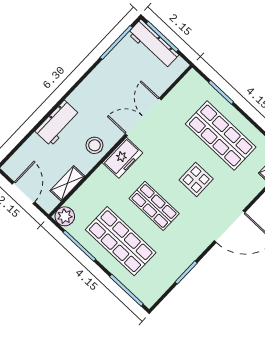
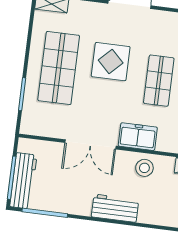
workbench: (58, 123) -> (115, 208), moved
display table: (196, 179) -> (111, 62), width x1.36, depth x1.36

